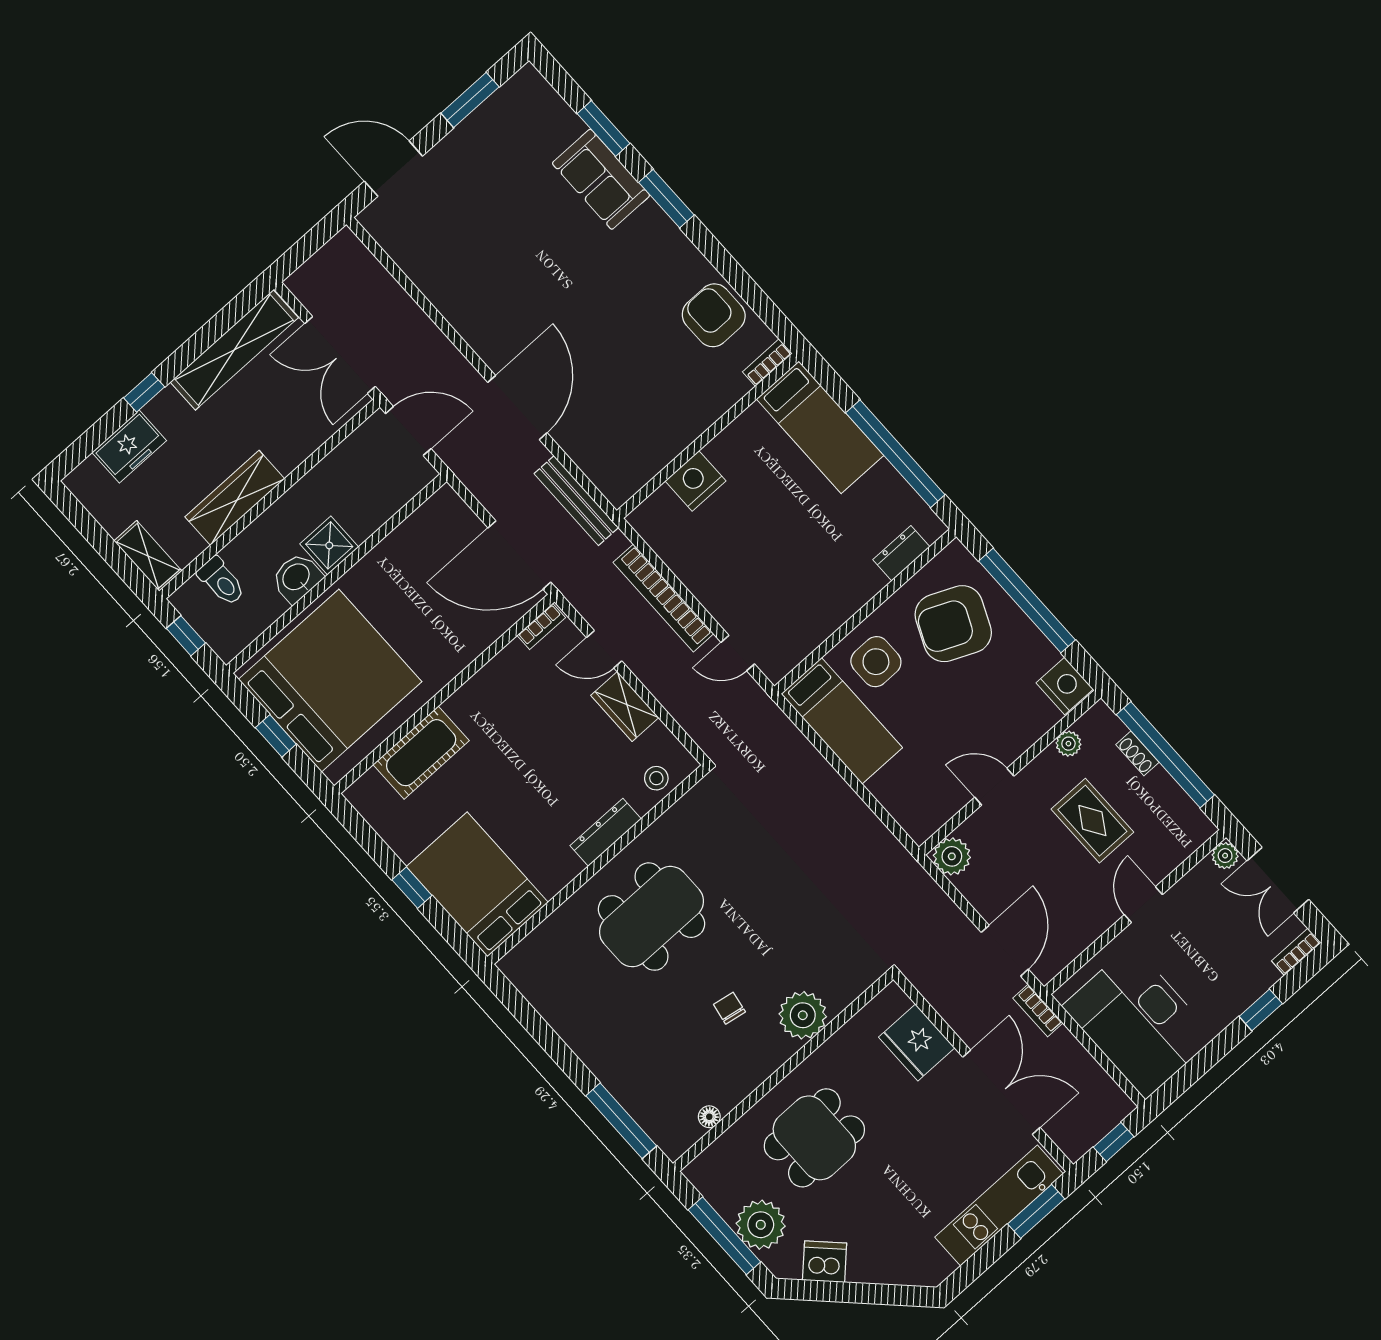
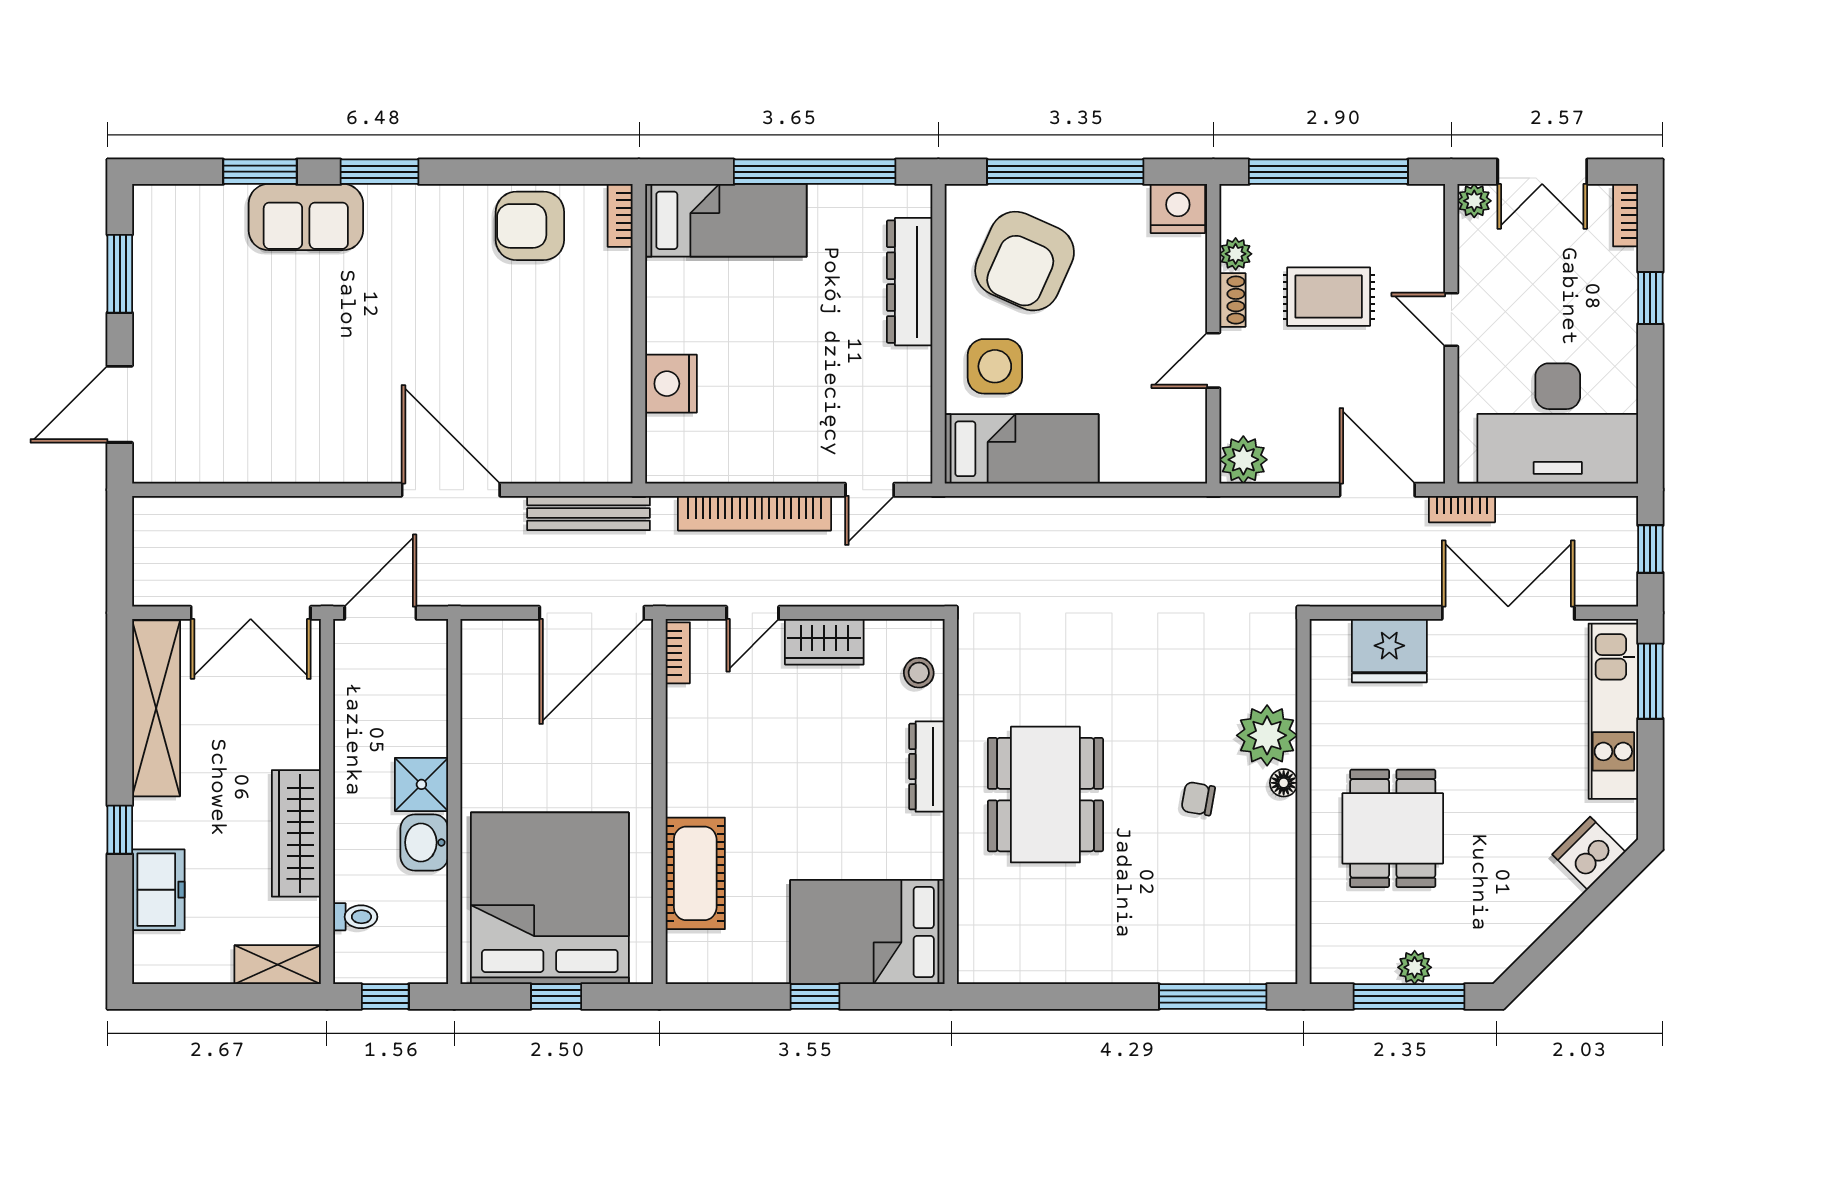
dresser: (901, 553) -> (910, 282), width x1.96, depth x1.24
toilet: (221, 581) -> (355, 917), width x0.73, depth x0.72
shoe rack: (1137, 753) -> (1232, 300), moved, turned -90
floor lamp: (709, 1117) -> (1284, 783), moved
plant: (761, 1225) -> (1415, 967), width x0.53, depth x0.53
dishwasher: (825, 1262) -> (1589, 853), moved

